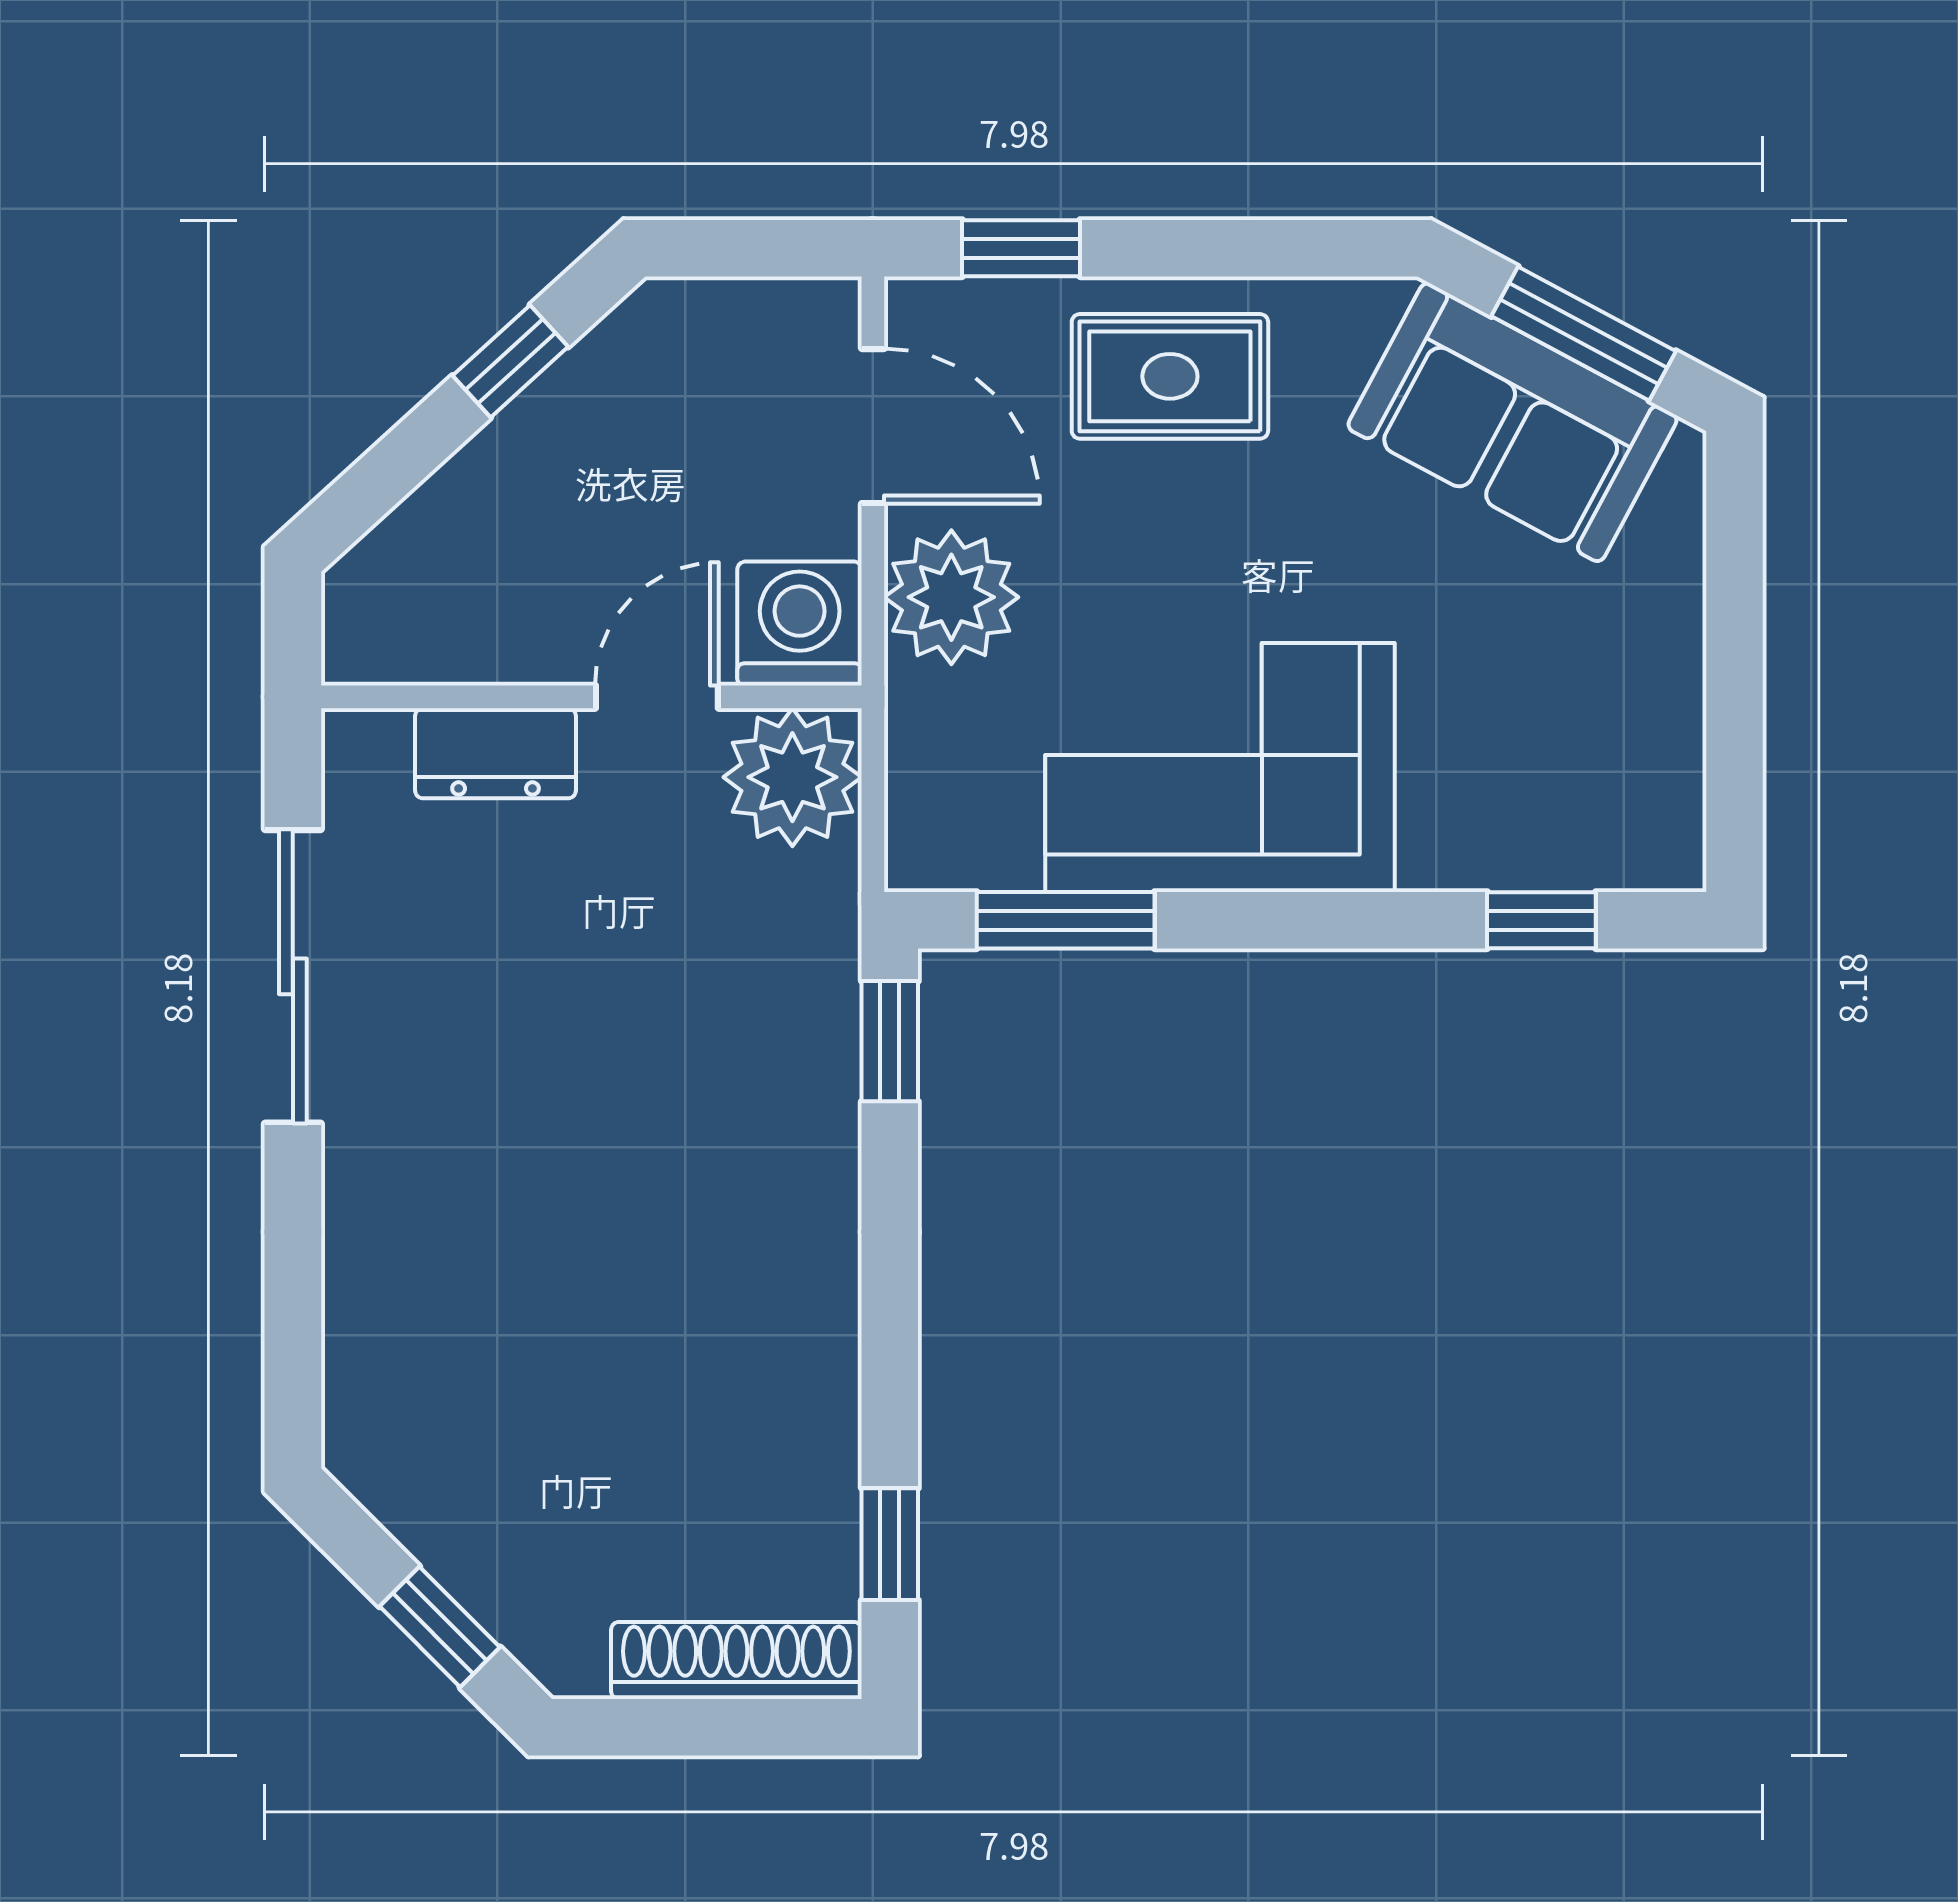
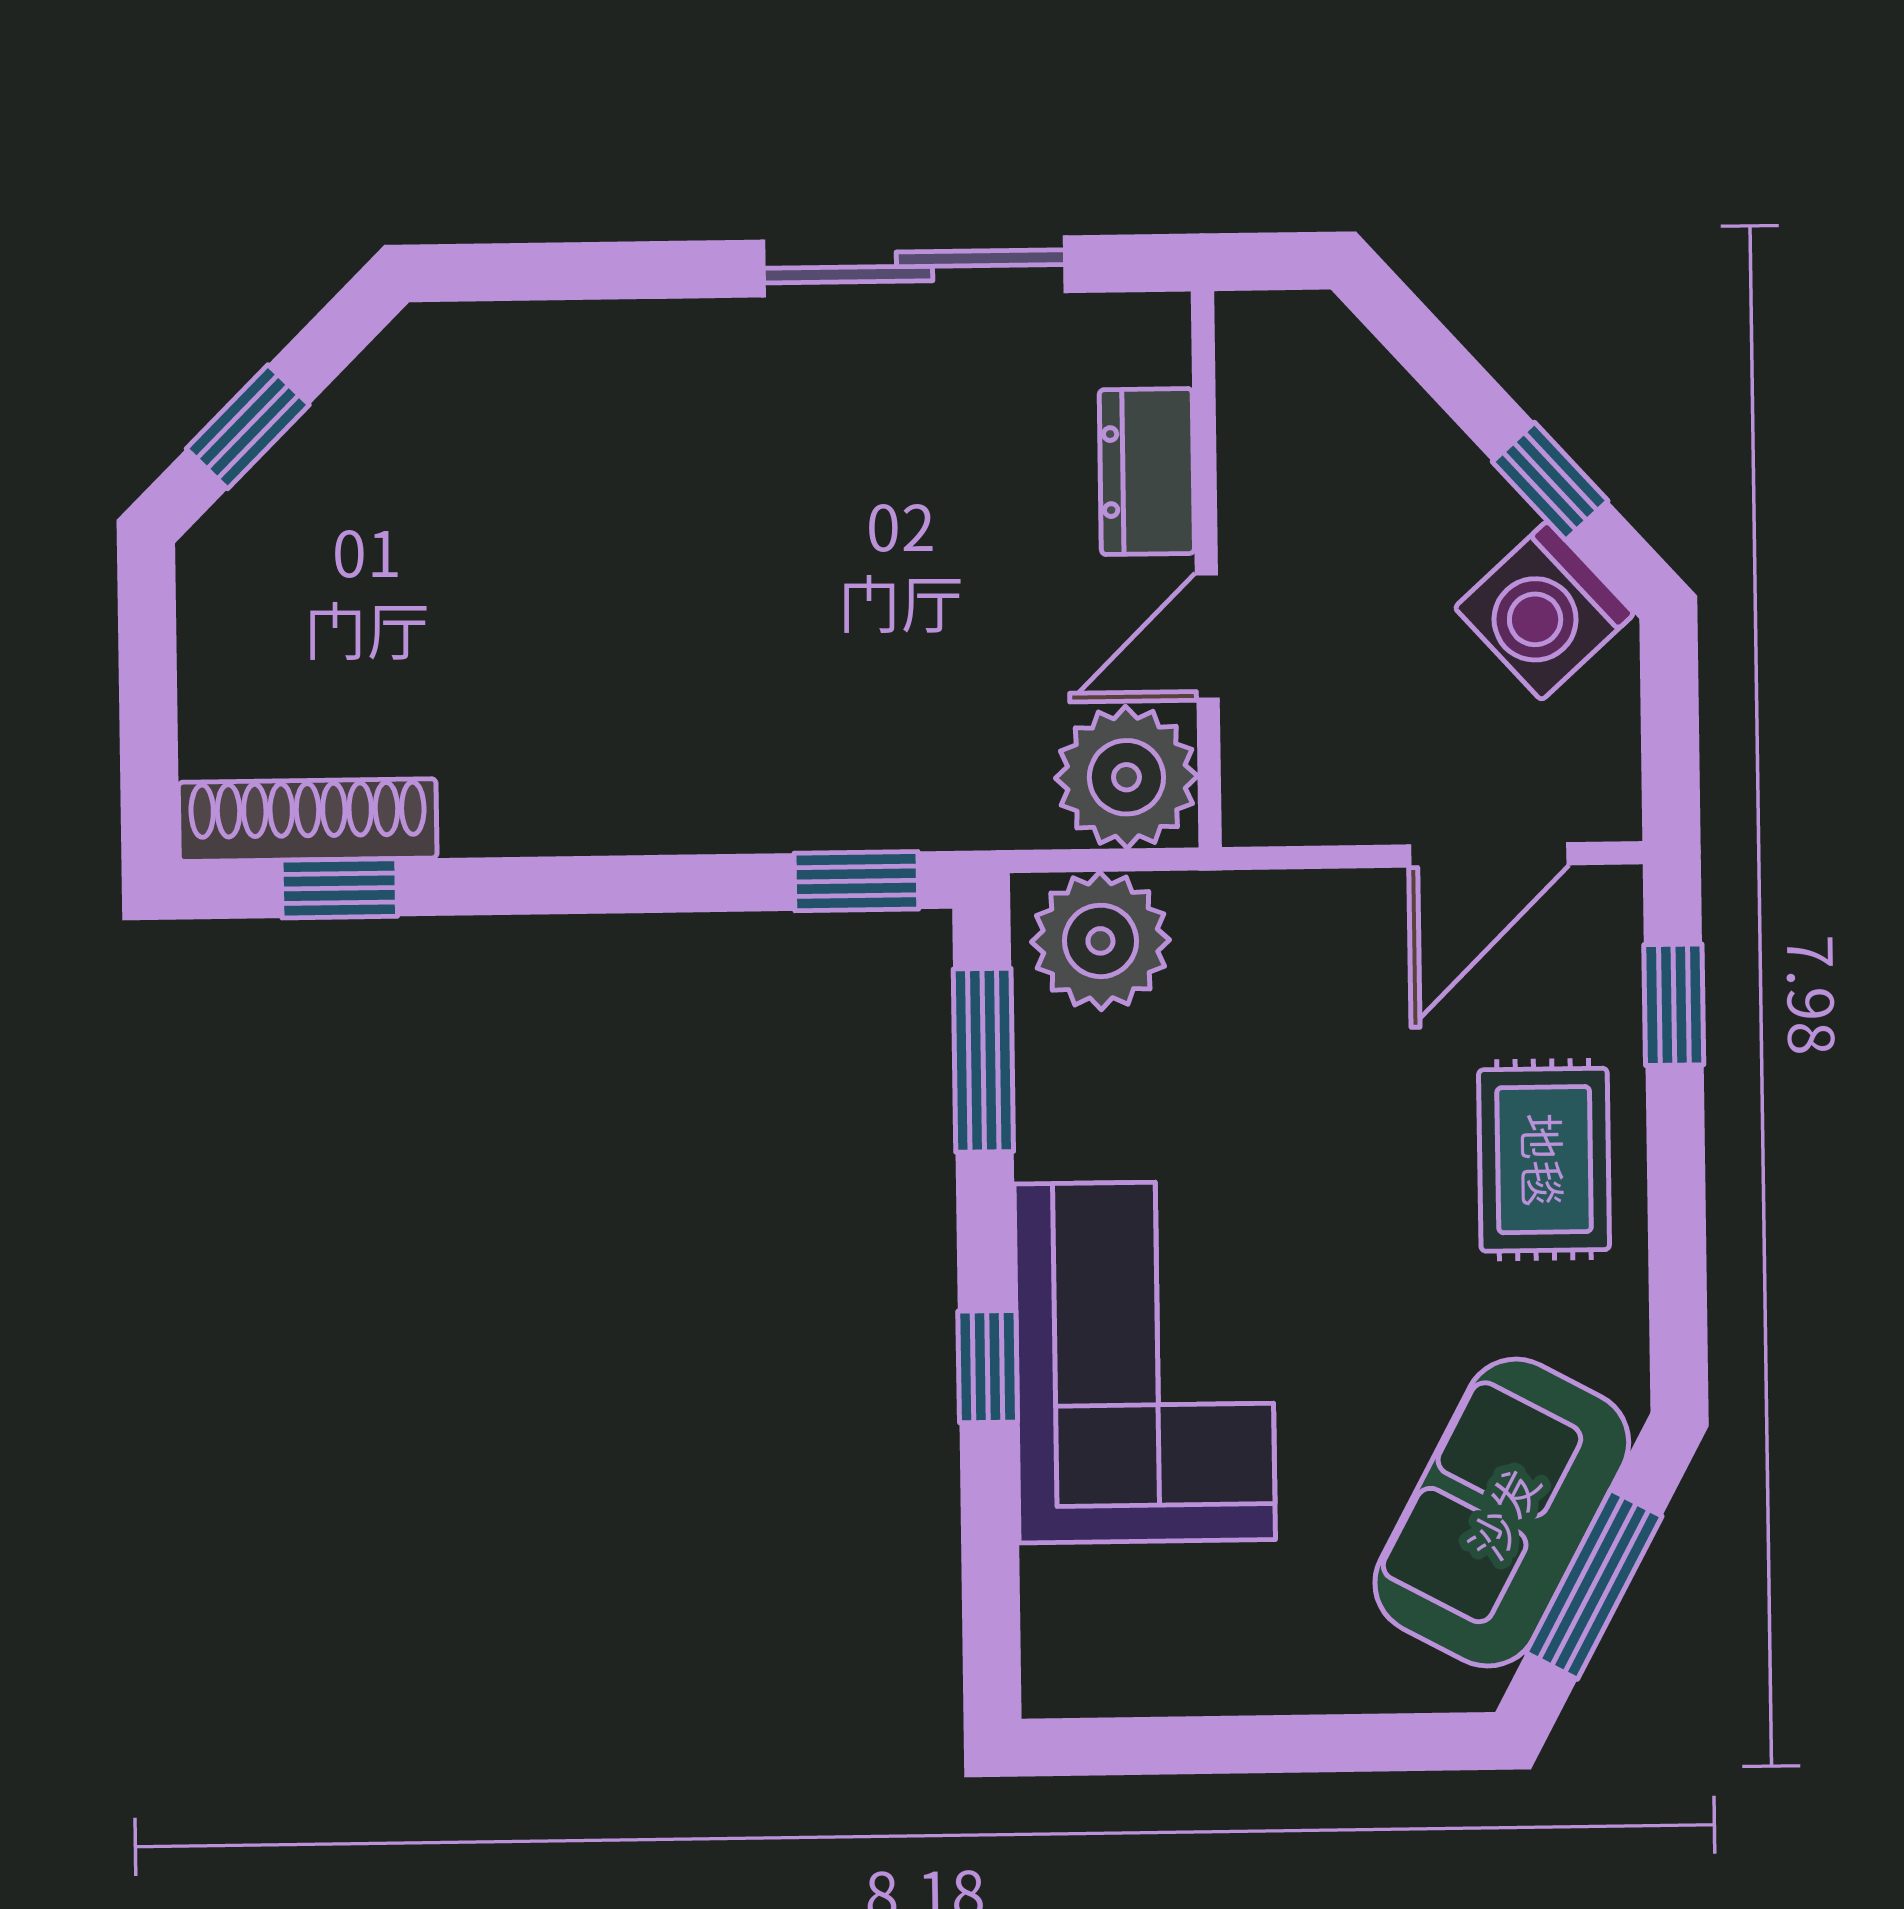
plant: (951, 597) -> (1100, 941), moved
washing machine: (800, 623) -> (1544, 611), moved, turned 138
door: (657, 697) -> (1207, 637), swing flipped
corner sofa: (1220, 767) -> (1145, 1362), moved
window: (1541, 920) -> (988, 1367), moved
shoe rack: (736, 1660) -> (308, 820), moved, turned -90

